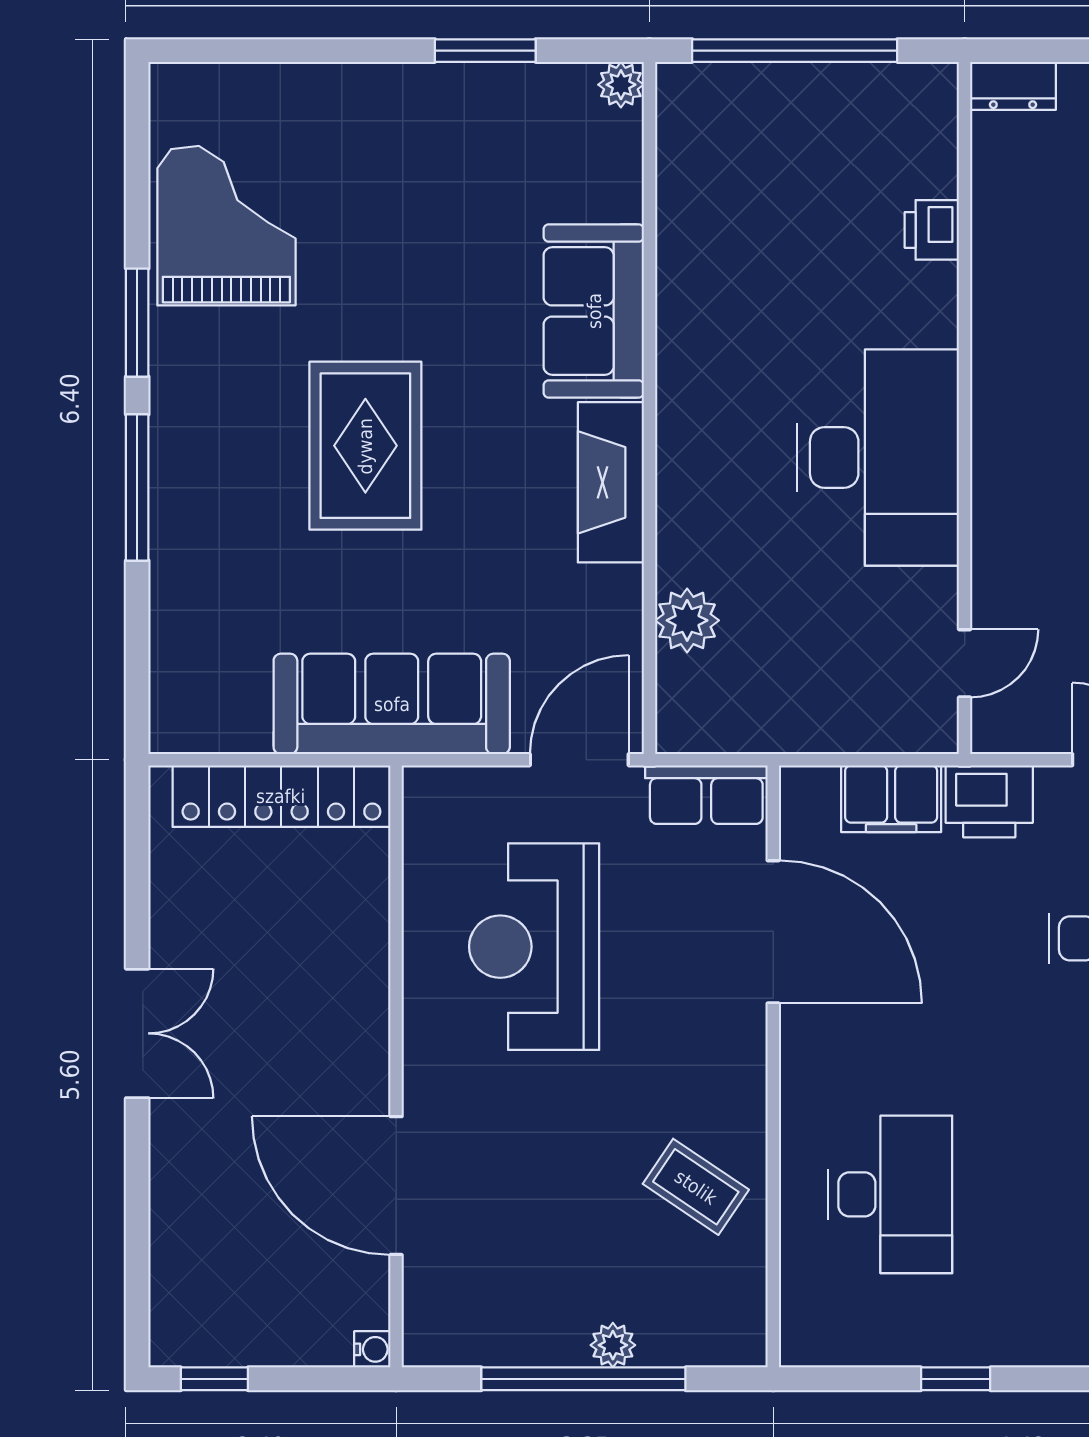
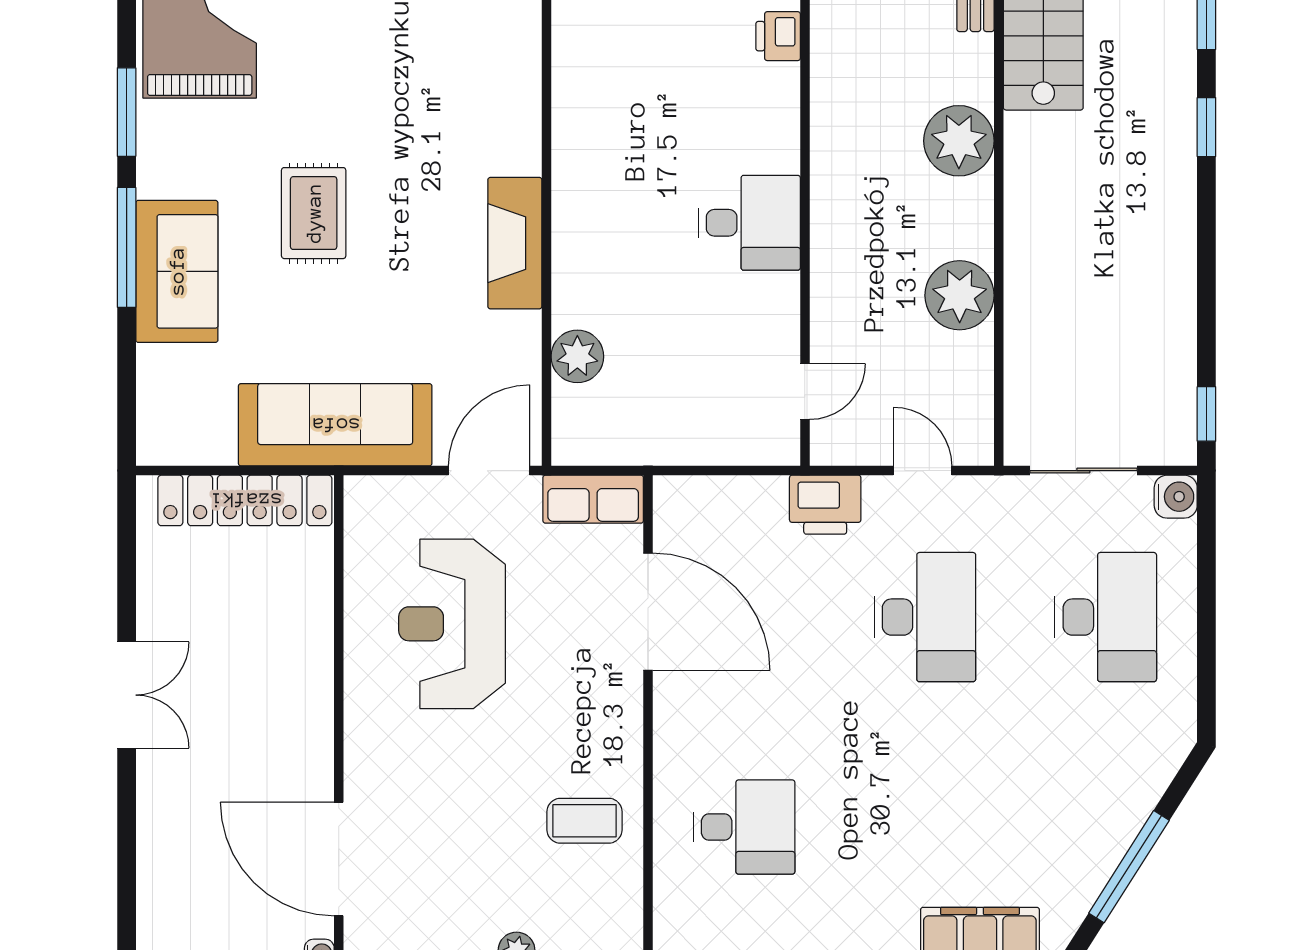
sofa: (594, 311) -> (177, 271), moved, turned 180
rug: (365, 446) -> (314, 213), width x0.73, depth x0.70
desk: (878, 458) -> (749, 223), width x0.53, depth x0.77
filing cabinet: (891, 799) -> (745, 503), removed
door: (396, 1186) -> (339, 859), moved
coffee table: (696, 1187) -> (585, 821), turned -34
desk: (890, 1194) -> (744, 827), width x0.73

